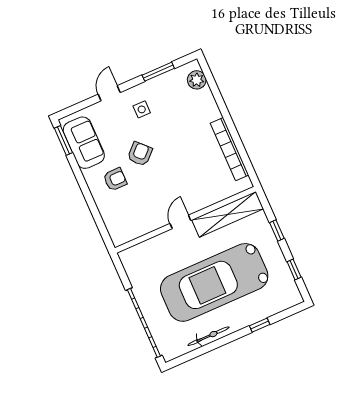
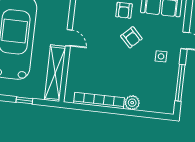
window: (158, 72) -> (180, 83), width x1.44
plant: (197, 80) -> (132, 103), moved

